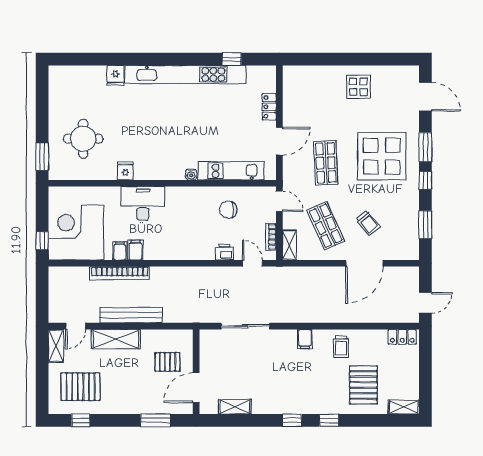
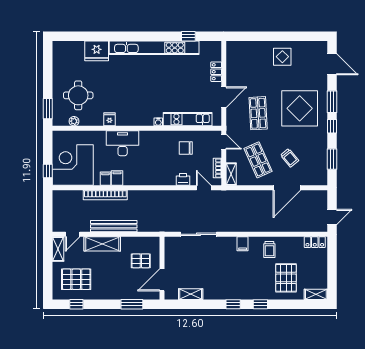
fridge: (115, 75) -> (97, 51), width x1.88, depth x1.34
plant: (77, 174) -> (74, 121), added

